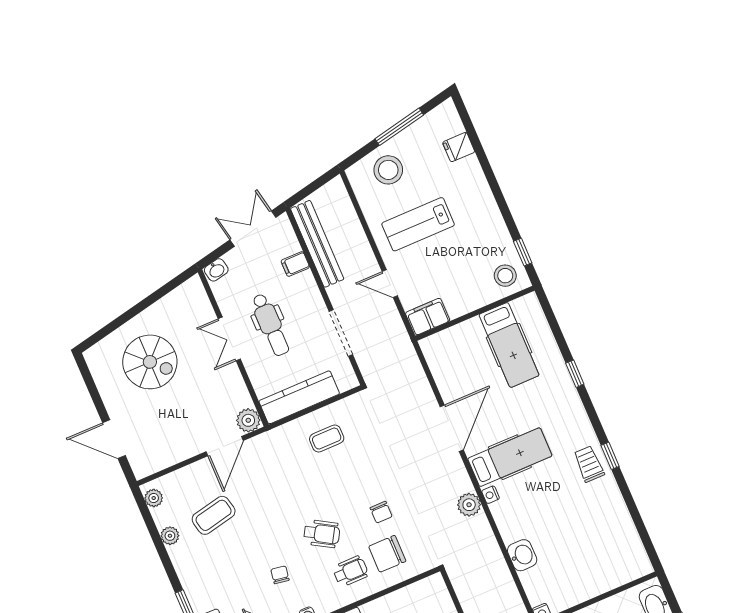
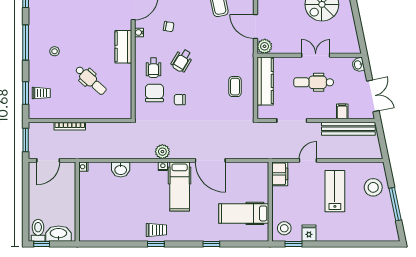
fridge: (459, 147) -> (309, 233), moved

